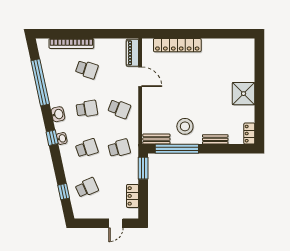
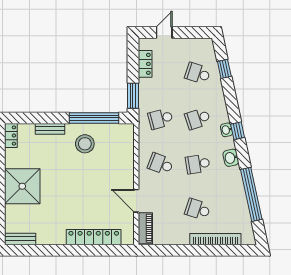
shower: (244, 94) -> (22, 186), width x1.37, depth x1.37
bench: (156, 139) -> (20, 239), moved
school desk: (87, 188) -> (198, 73), turned 42

